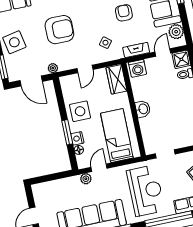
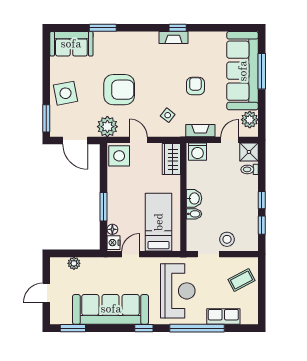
plant: (53, 68) -> (107, 127), width x1.88, depth x1.88
door: (85, 69) -> (138, 140), swing flipped
side table: (80, 111) -> (119, 156), moved
bidet: (146, 122) -> (194, 214), added
nightstand: (77, 138) -> (113, 243), moved
stool: (178, 138) -> (227, 239), added
plant: (86, 179) -> (74, 263), moved

